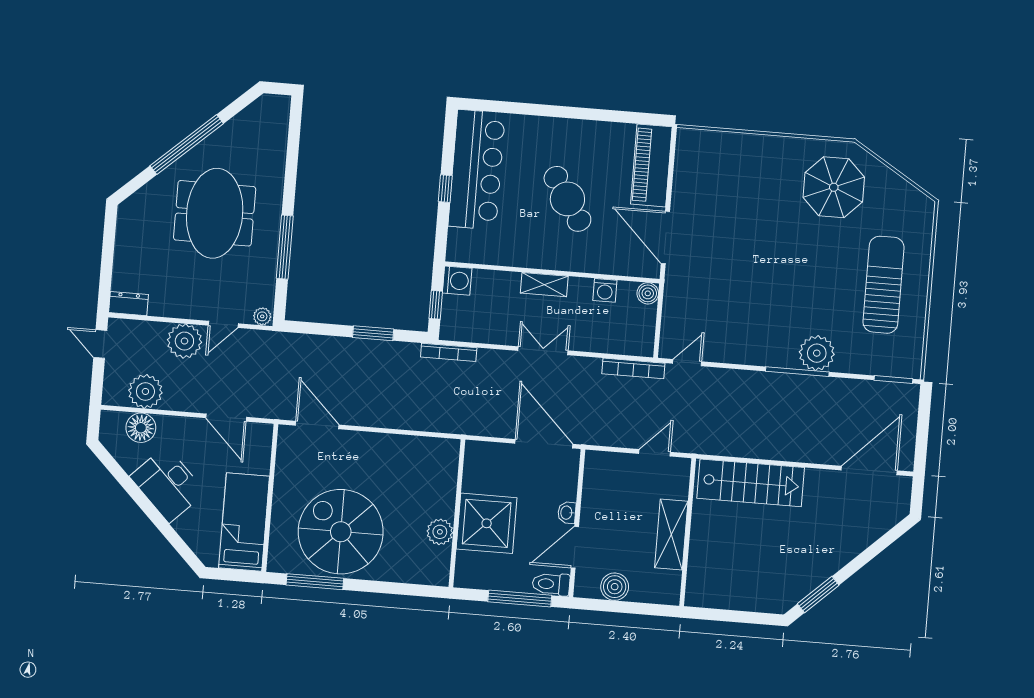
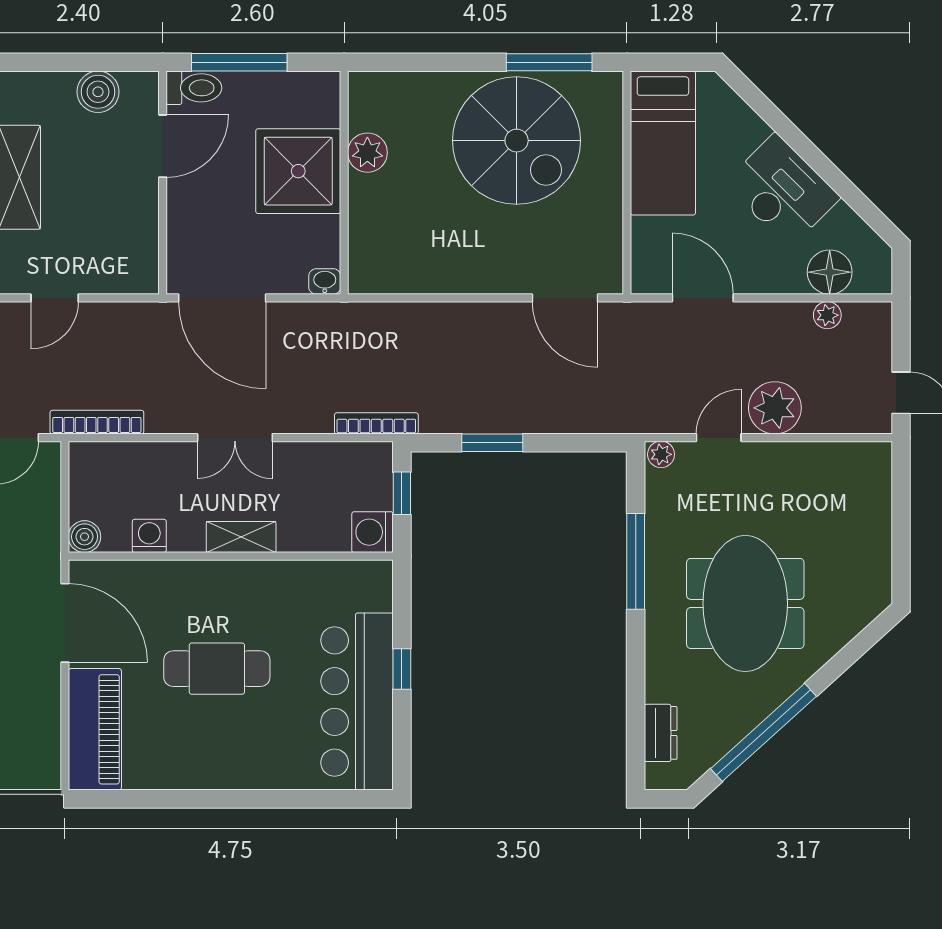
window: (187, 145) -> (764, 732), moved
cafe table: (567, 199) -> (217, 669), turned -57
dresser: (129, 304) -> (661, 733), moved, turned -90
plant: (145, 391) -> (827, 315), width x0.53, depth x0.53
washbasin: (567, 513) -> (325, 281), moved, turned -90

